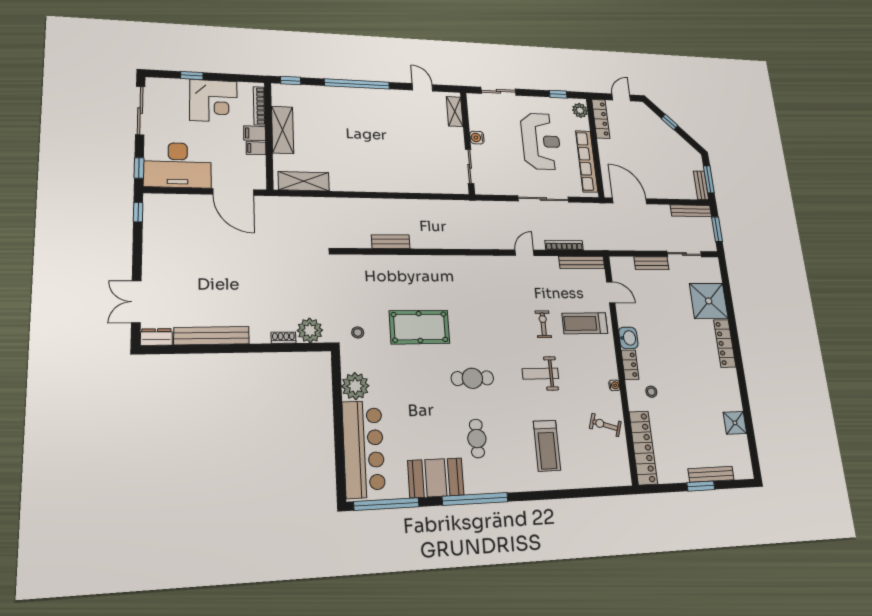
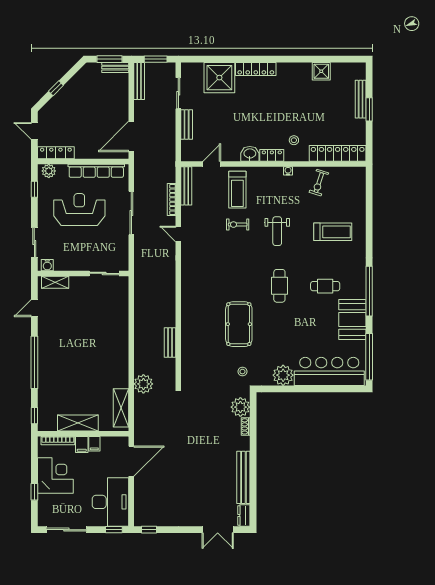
water cooler: (477, 138) -> (47, 265), moved
plant: (336, 209) -> (143, 384), added

